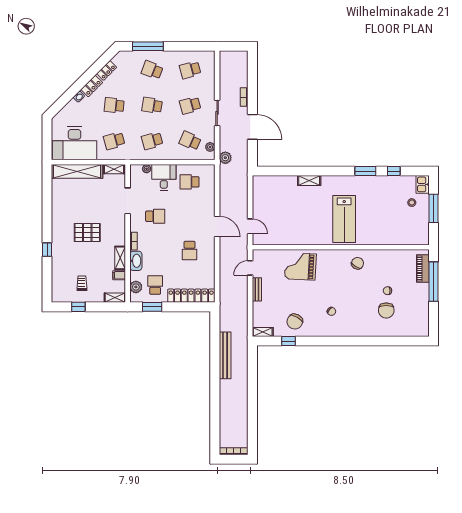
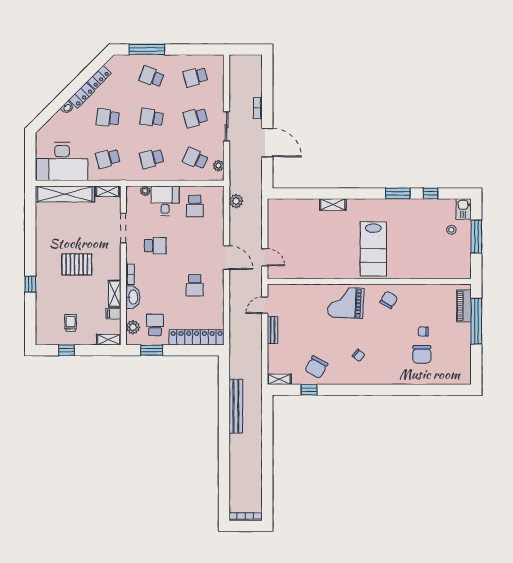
plant: (225, 158) -> (236, 201), moved
school desk: (190, 182) -> (195, 206), turned -90
grand piano: (300, 266) -> (346, 303), moved

